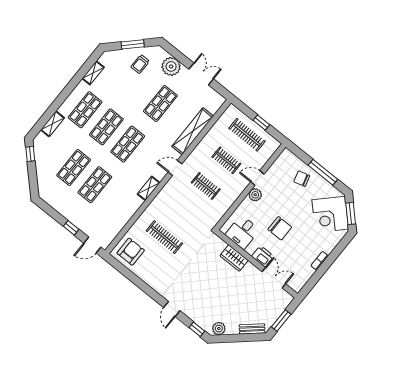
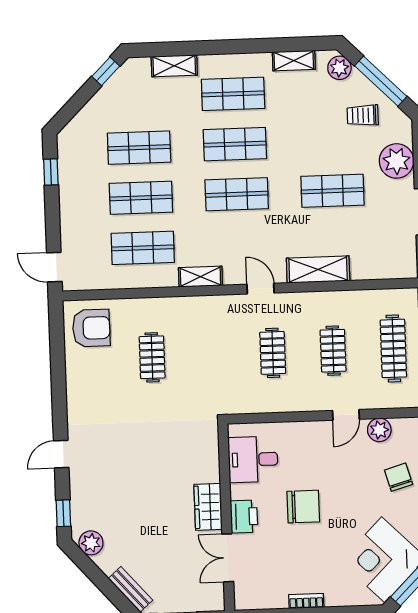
window: (133, 44) -> (381, 81), width x1.44
plant: (112, 57) -> (339, 68), added
shelving: (193, 131) -> (318, 270), width x0.68
door: (257, 178) -> (346, 415), swing flipped
plant: (255, 195) -> (379, 430), moved
shop shelf: (116, 202) -> (143, 248), added
window: (71, 228) -> (51, 172), moved
chair: (280, 228) -> (303, 507), turned -90
clothes rail: (164, 237) -> (152, 357), width x0.73
wardrobe: (234, 258) -> (208, 507), moved
double door: (274, 278) -> (228, 558), swing flipped

